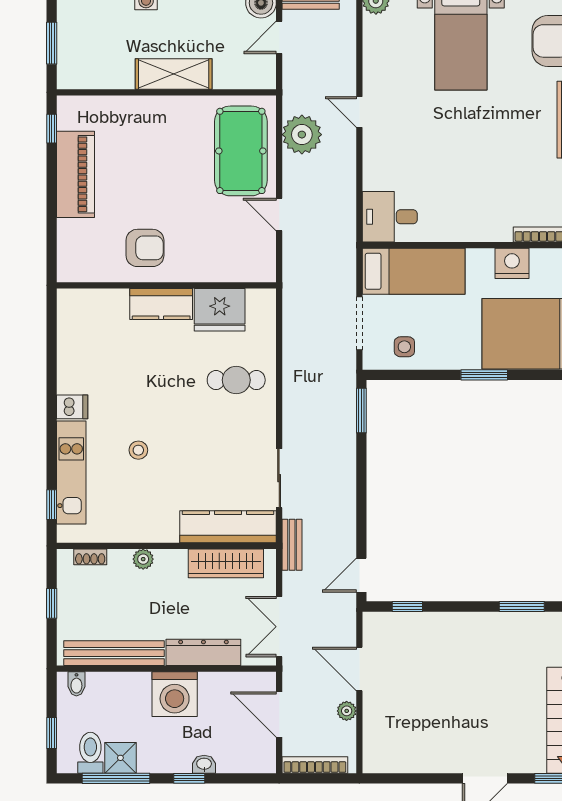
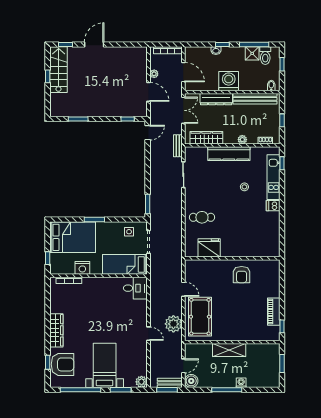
piano: (75, 174) -> (274, 312), width x0.73, depth x0.75
armchair: (145, 248) -> (242, 275), turned -90
kitchen counter: (161, 304) -> (235, 250), removed
kitchen counter: (228, 527) -> (229, 154), moved

